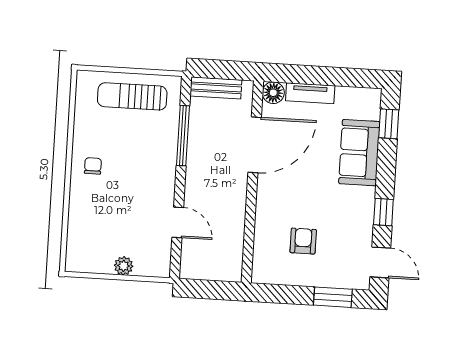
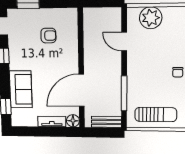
armchair: (303, 241) -> (48, 36), turned -90
plant: (124, 266) -> (151, 18), width x1.88, depth x1.88

